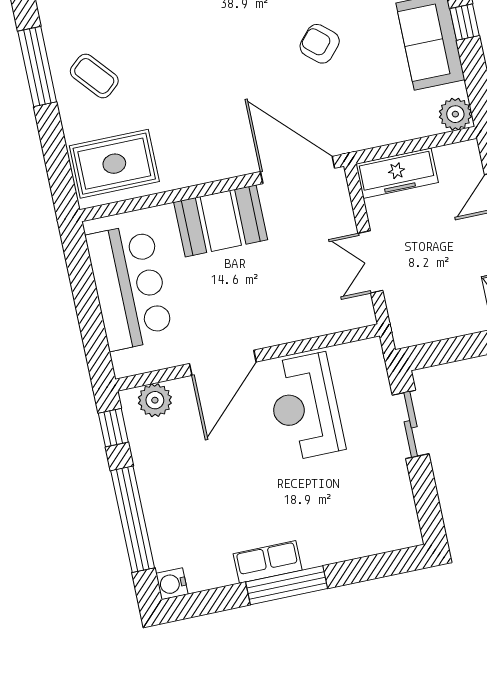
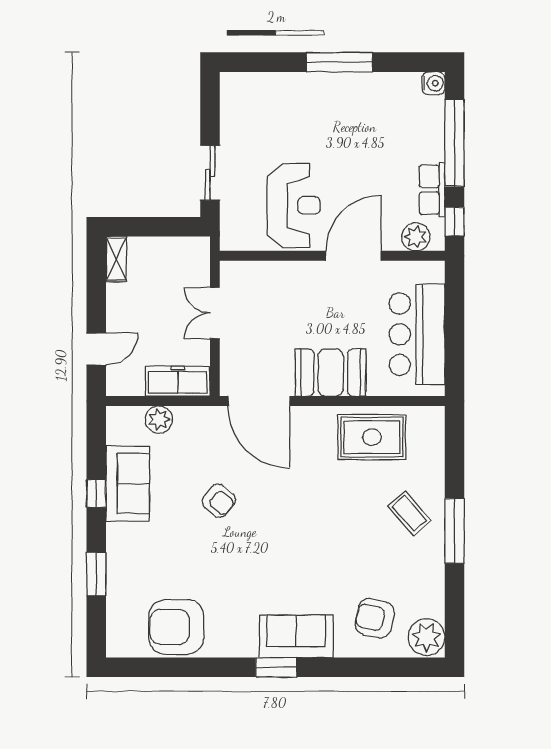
plant: (455, 114) -> (159, 420), moved
rug: (114, 164) -> (372, 437), moved
double door: (370, 262) -> (215, 313), swing flipped
row of seats: (268, 562) -> (432, 190), moved, turned 90

